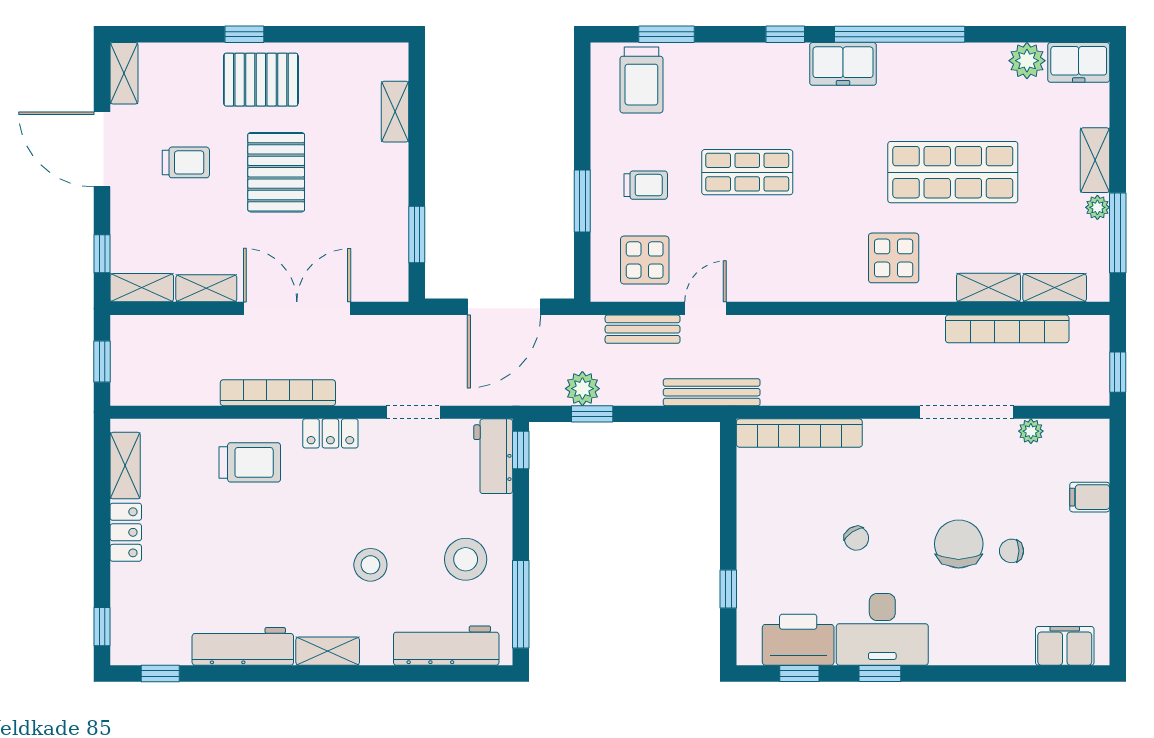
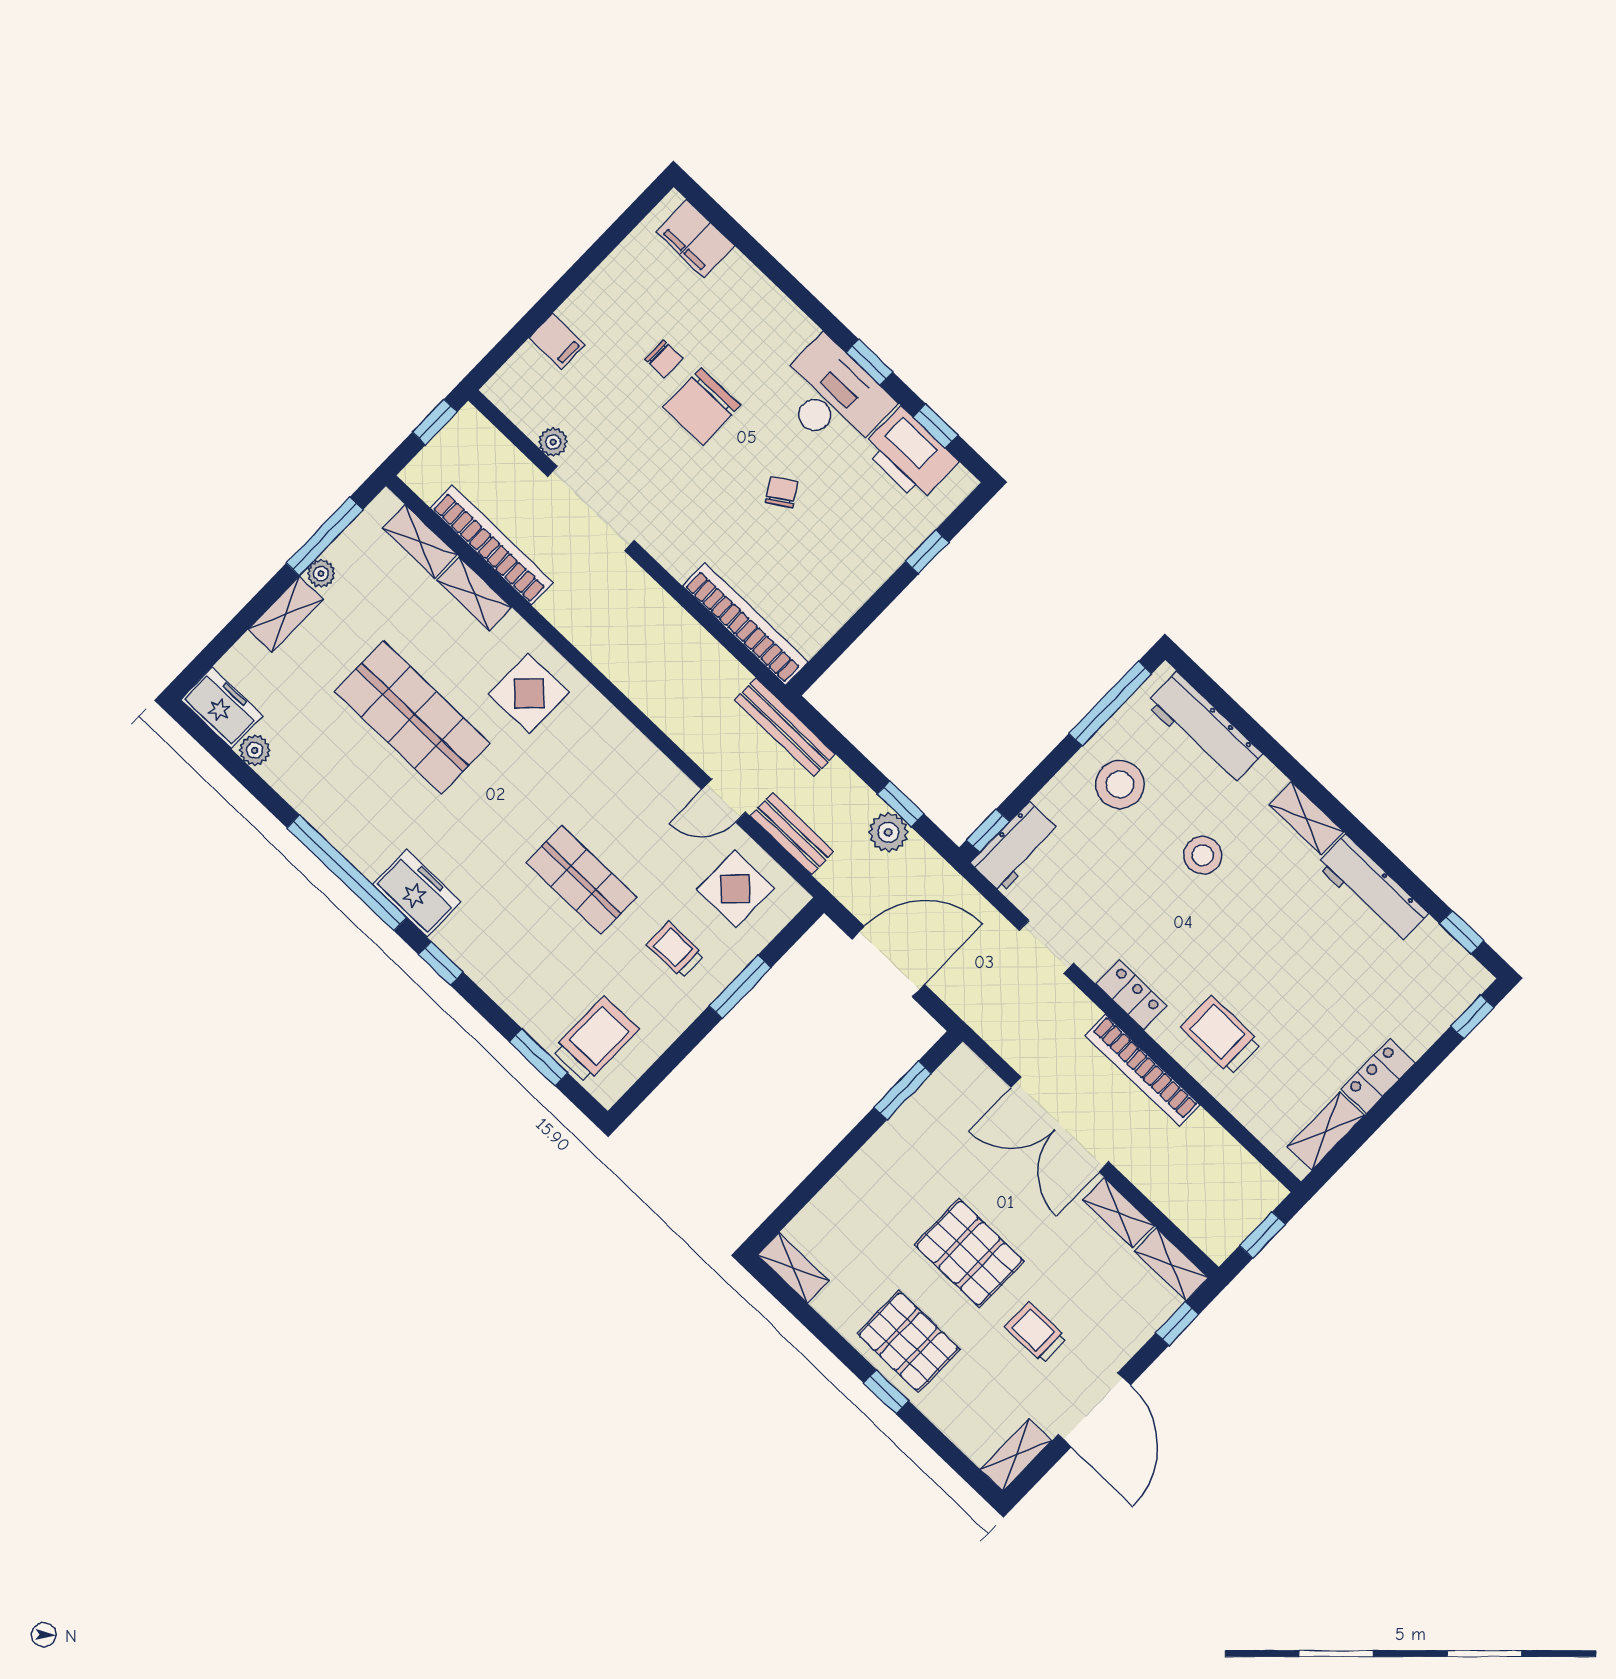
plant: (1027, 61) -> (255, 750), width x0.73, depth x0.73
shelving: (395, 112) -> (793, 1268), moved, turned 90
pallet: (276, 172) -> (969, 1253), turned 90

